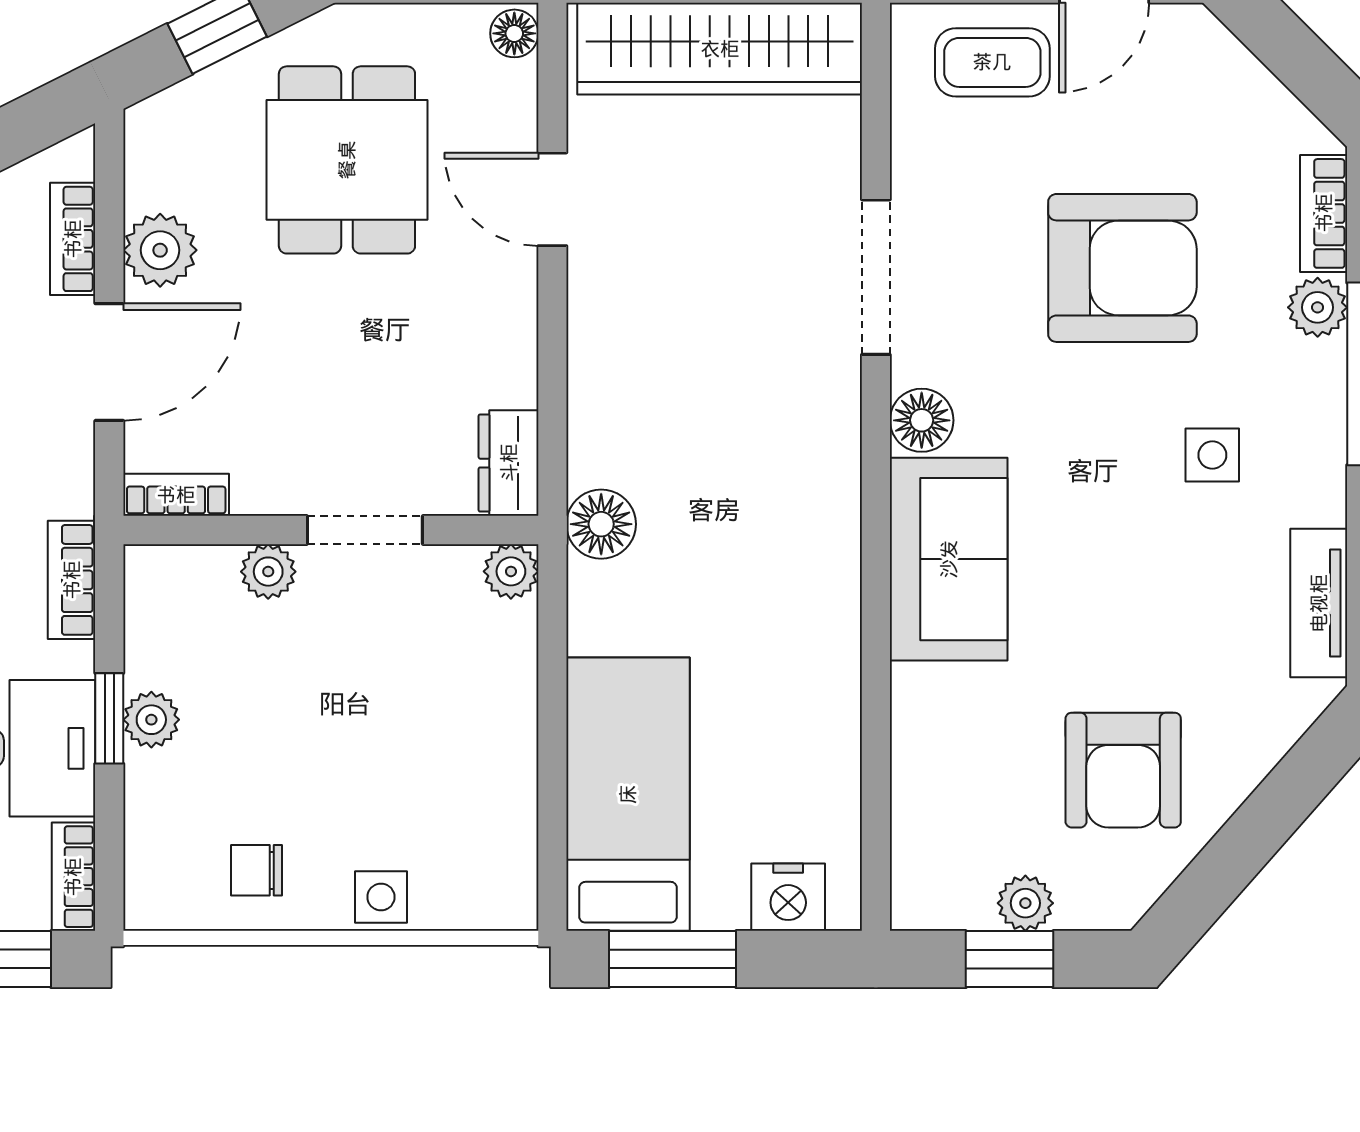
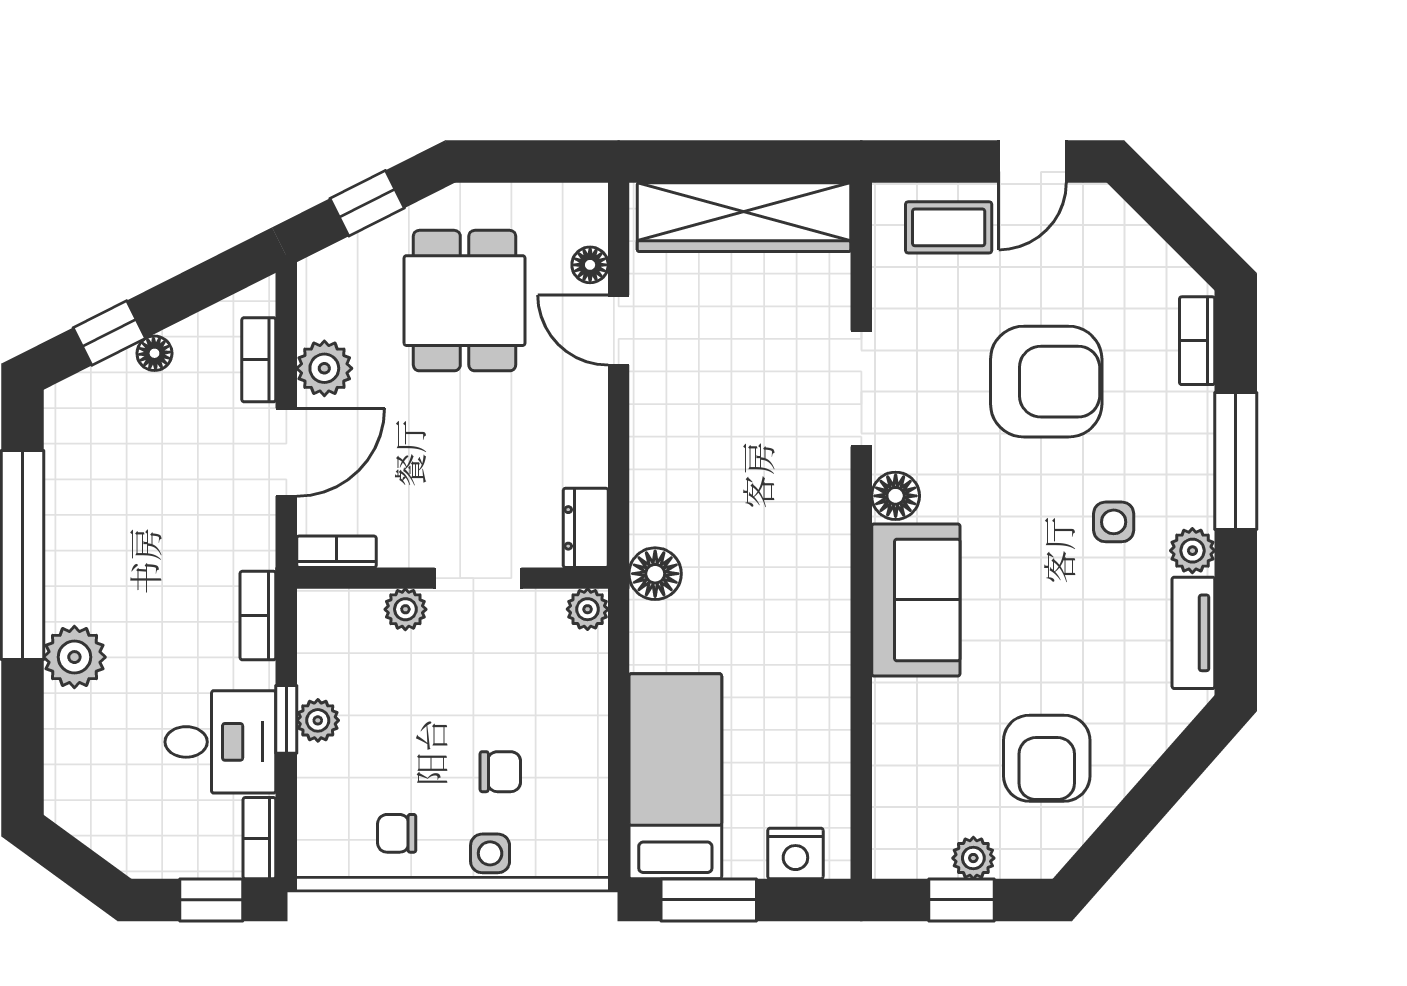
floor lamp: (514, 33) -> (590, 265), moved
plant: (1318, 307) -> (1192, 551), moved
chair: (395, 788) -> (500, 772), added

